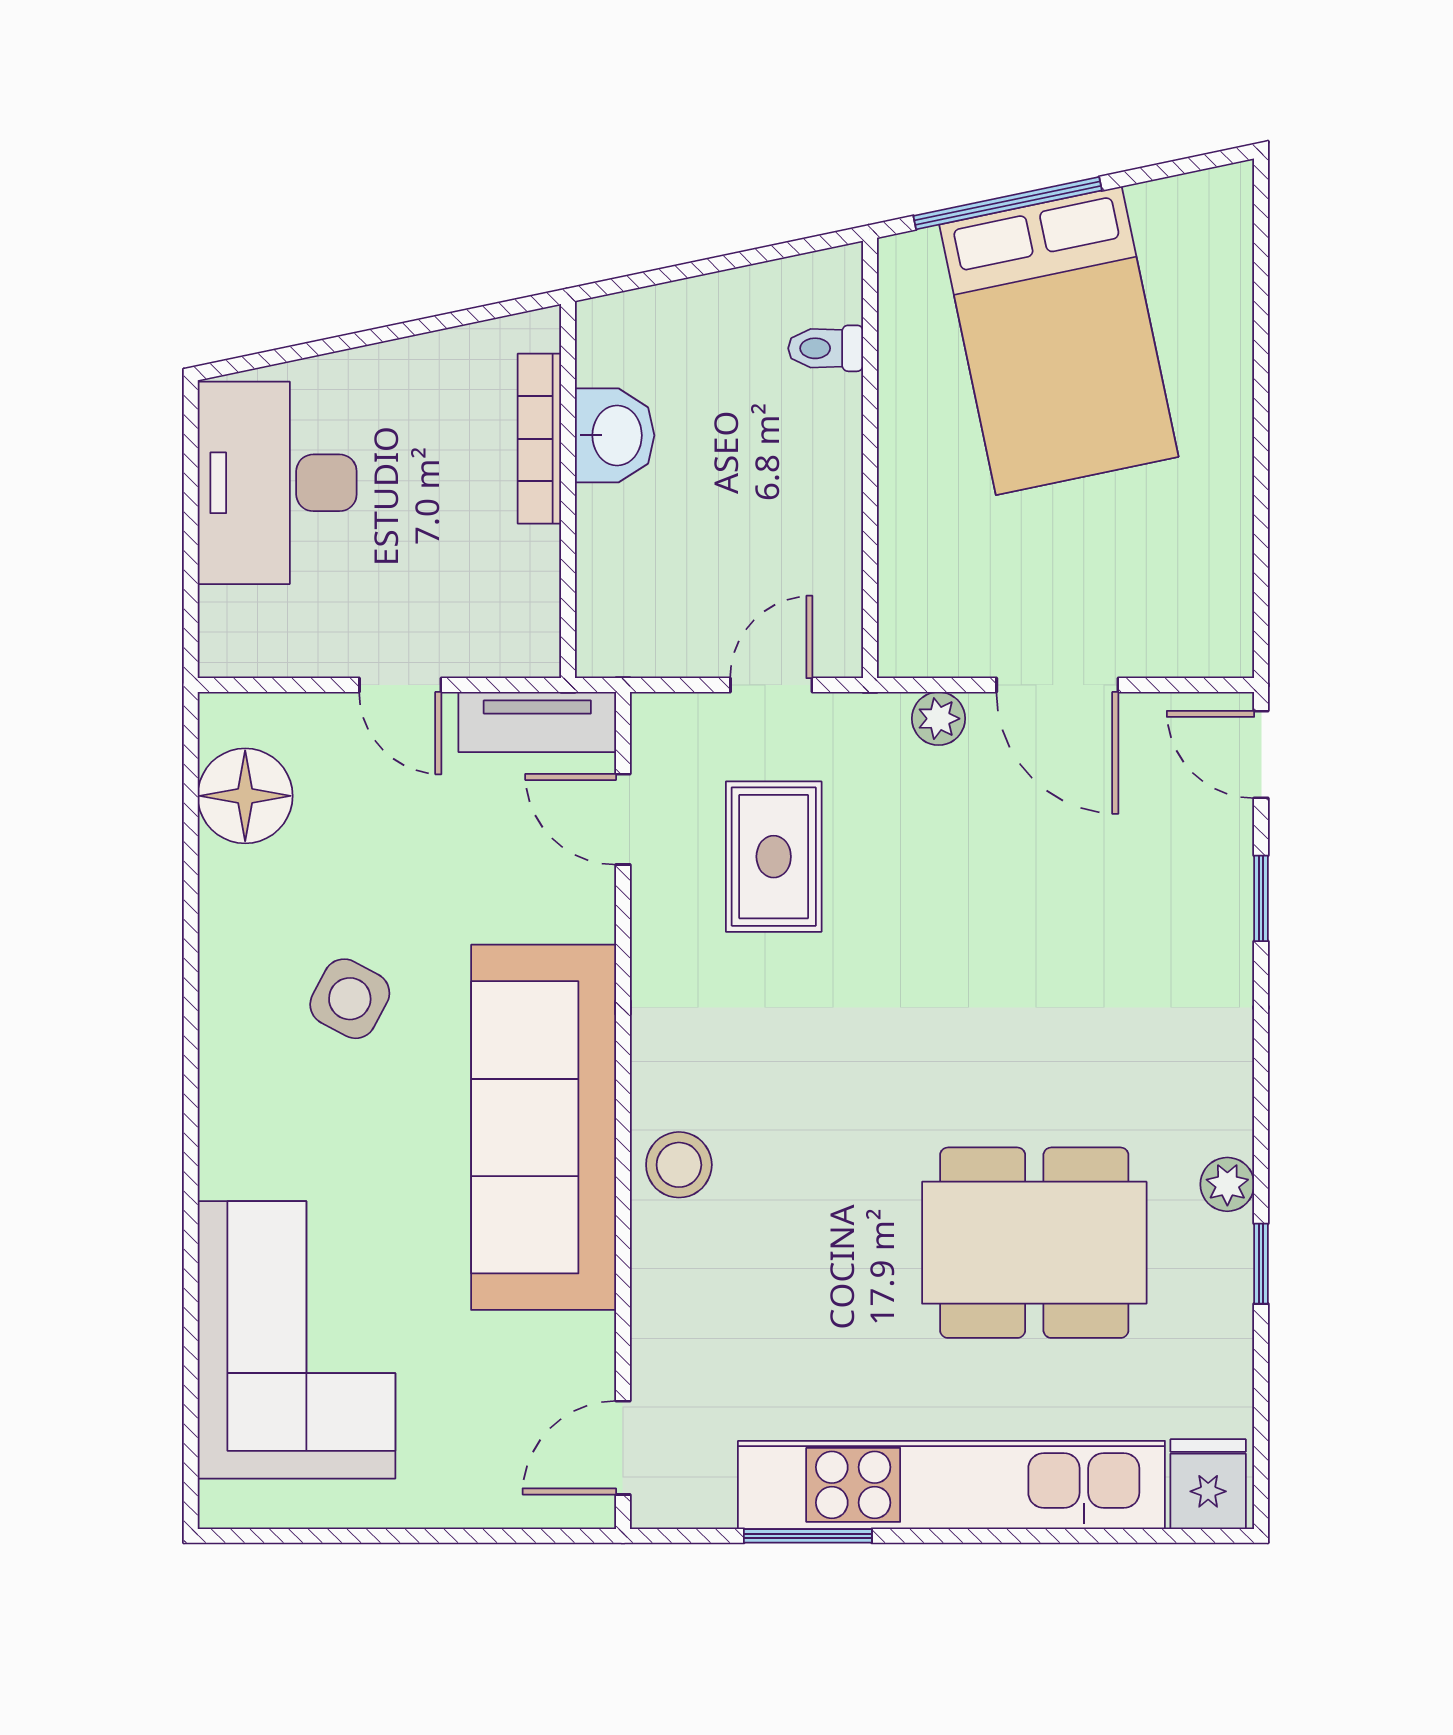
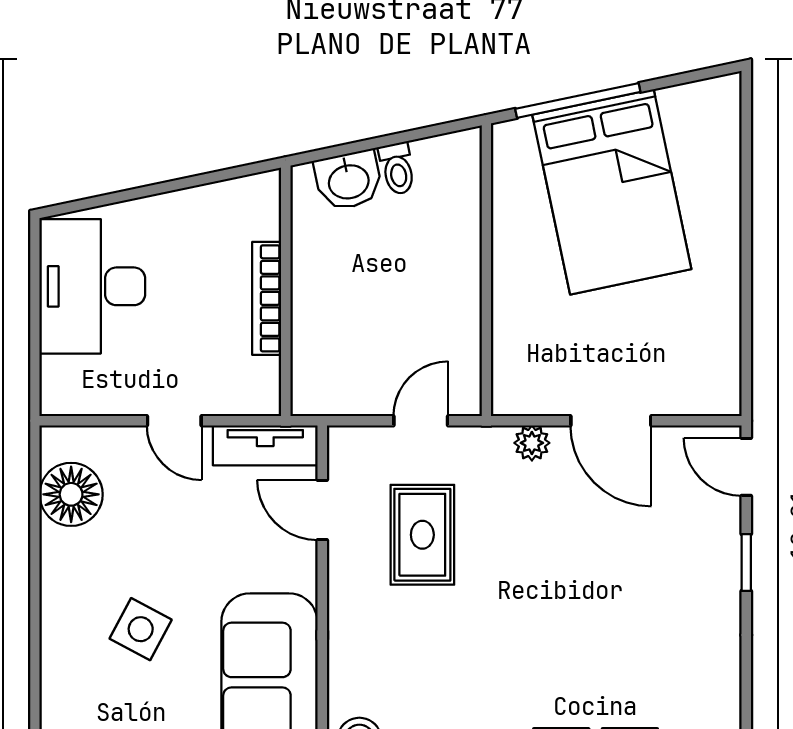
toilet: (826, 348) -> (397, 169), moved, turned -102
washbasin: (615, 435) -> (348, 180), moved, turned 78
bookcase: (539, 439) -> (267, 298), moved

